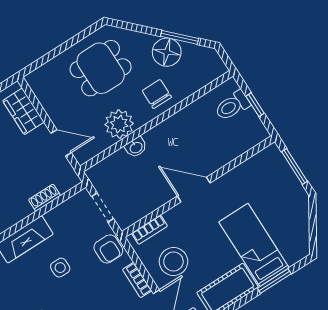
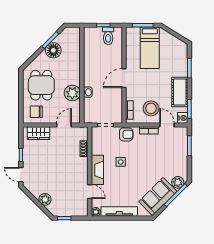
chair: (157, 94) -> (36, 112), moved
toilet: (232, 106) -> (108, 36), moved
bed: (254, 245) -> (150, 48), moved, turned -90

